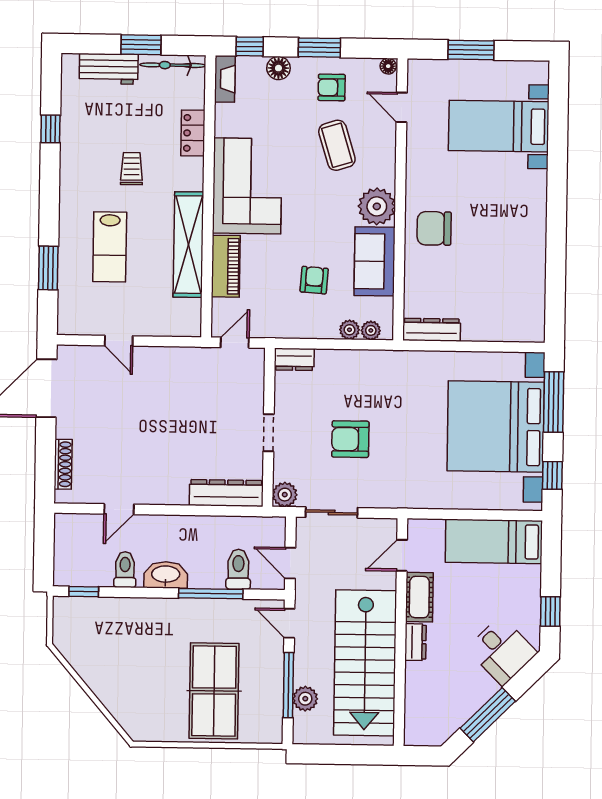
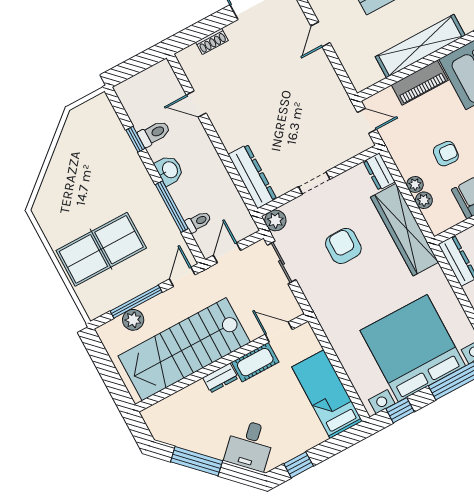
plant: (371, 330) -> (415, 184), moved
wardrobe: (369, 367) -> (405, 230), added
shoe rack: (63, 464) -> (212, 41), width x0.70
toilet: (238, 569) -> (198, 222), width x0.73, depth x0.72
washbasin: (166, 575) -> (169, 170), width x0.72
window: (84, 592) -> (135, 139), moved

